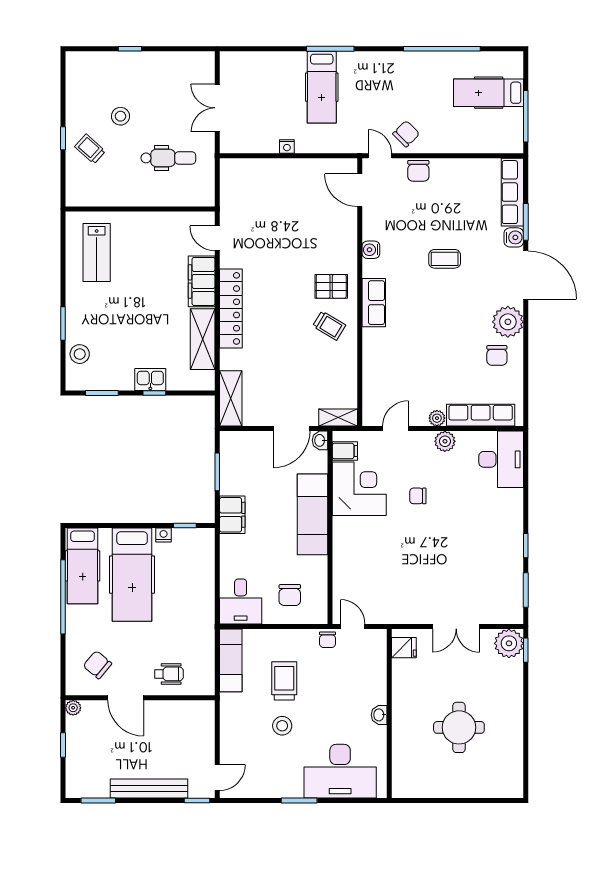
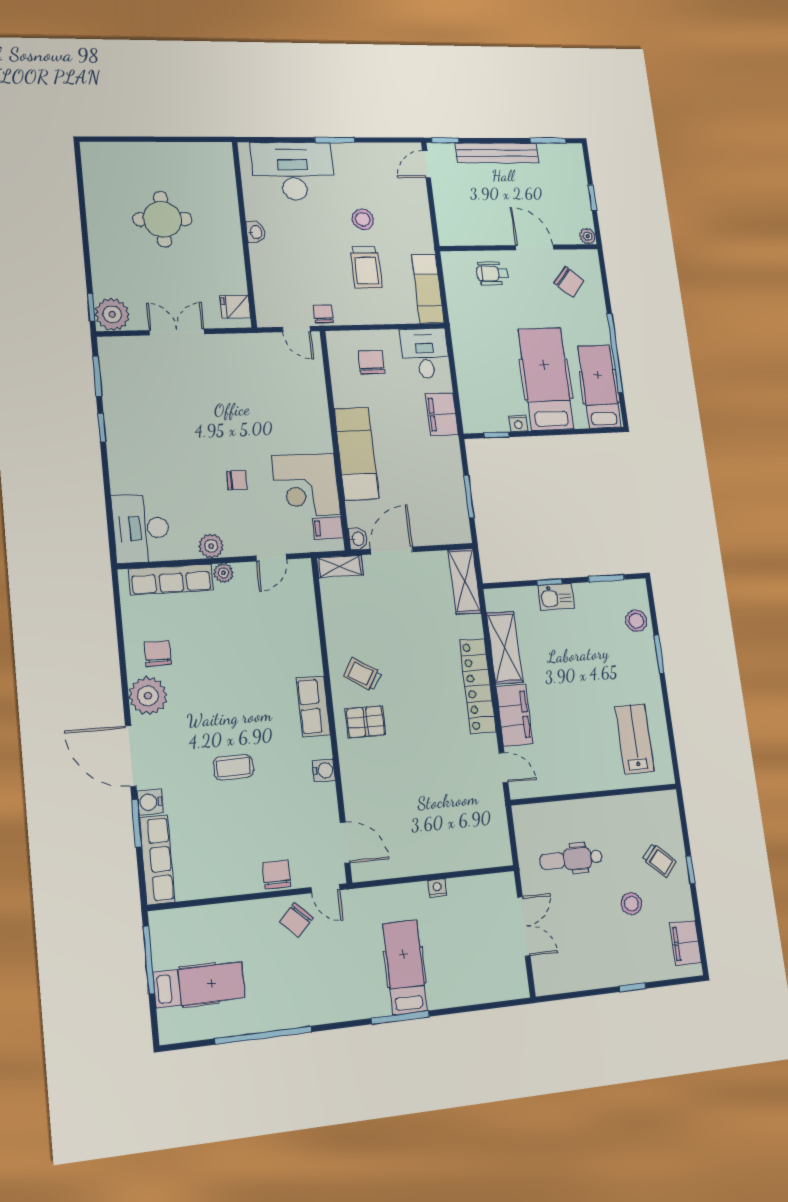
filing cabinet: (77, 79) -> (686, 943), added
filing cabinet: (232, 515) -> (442, 414), moved

